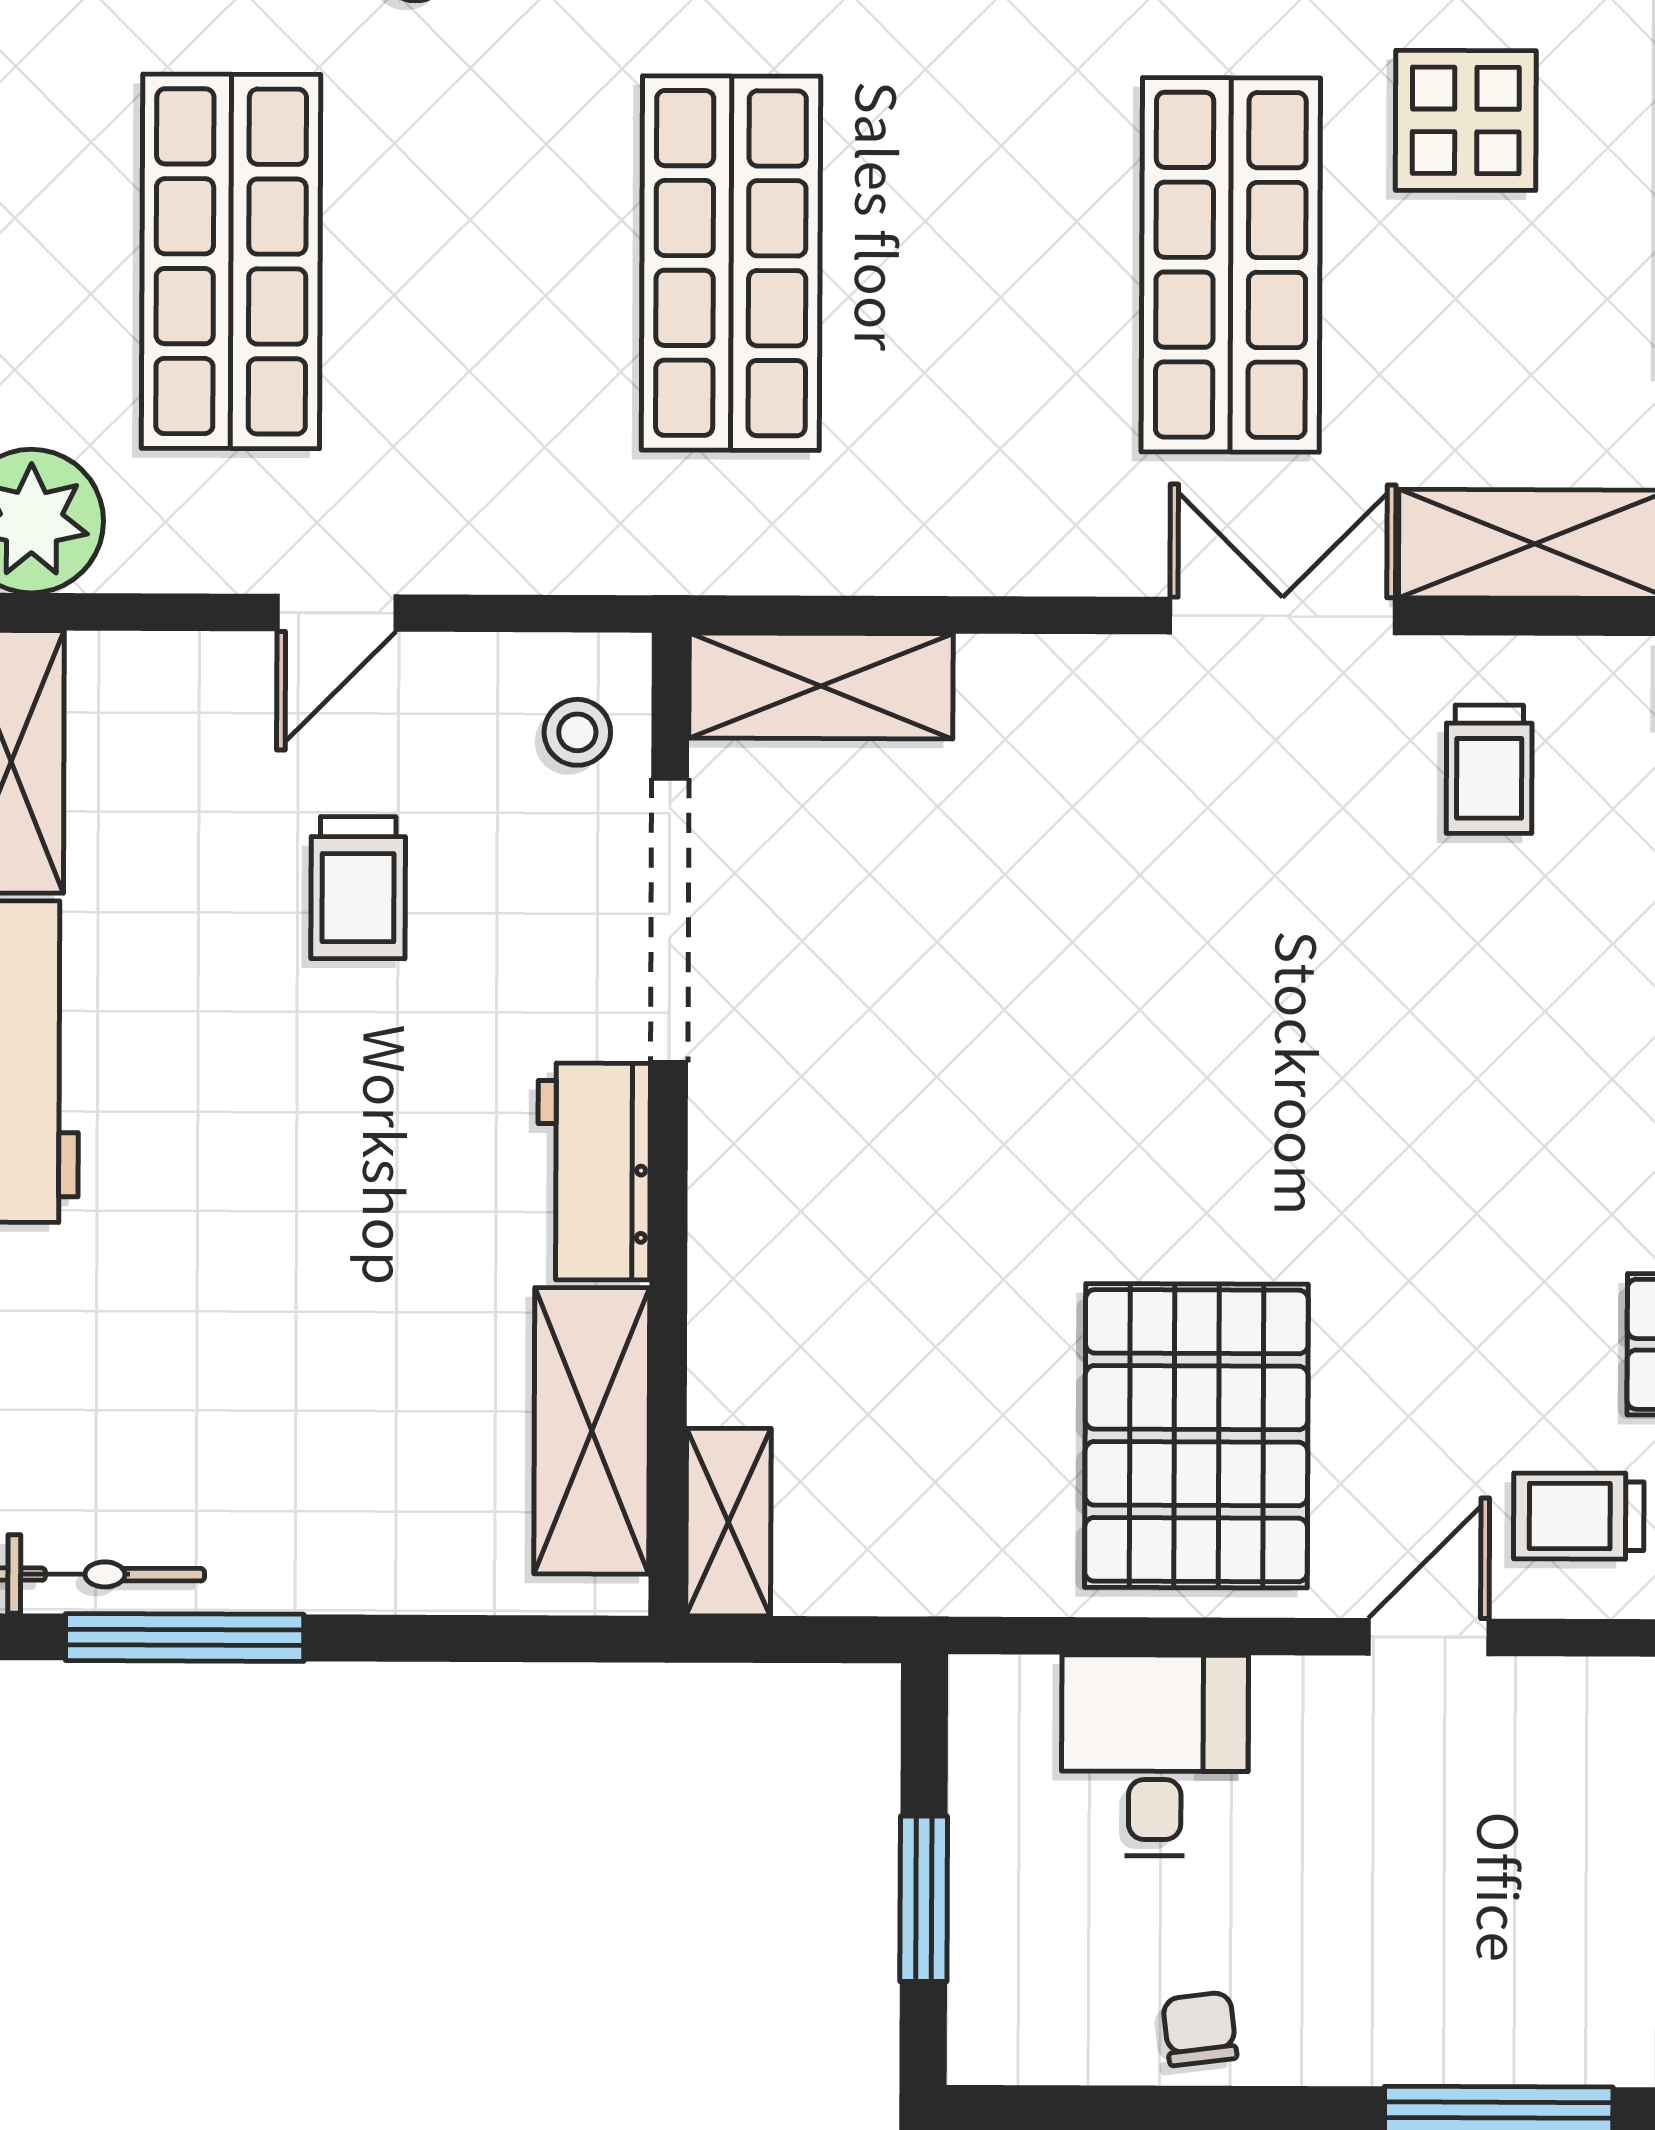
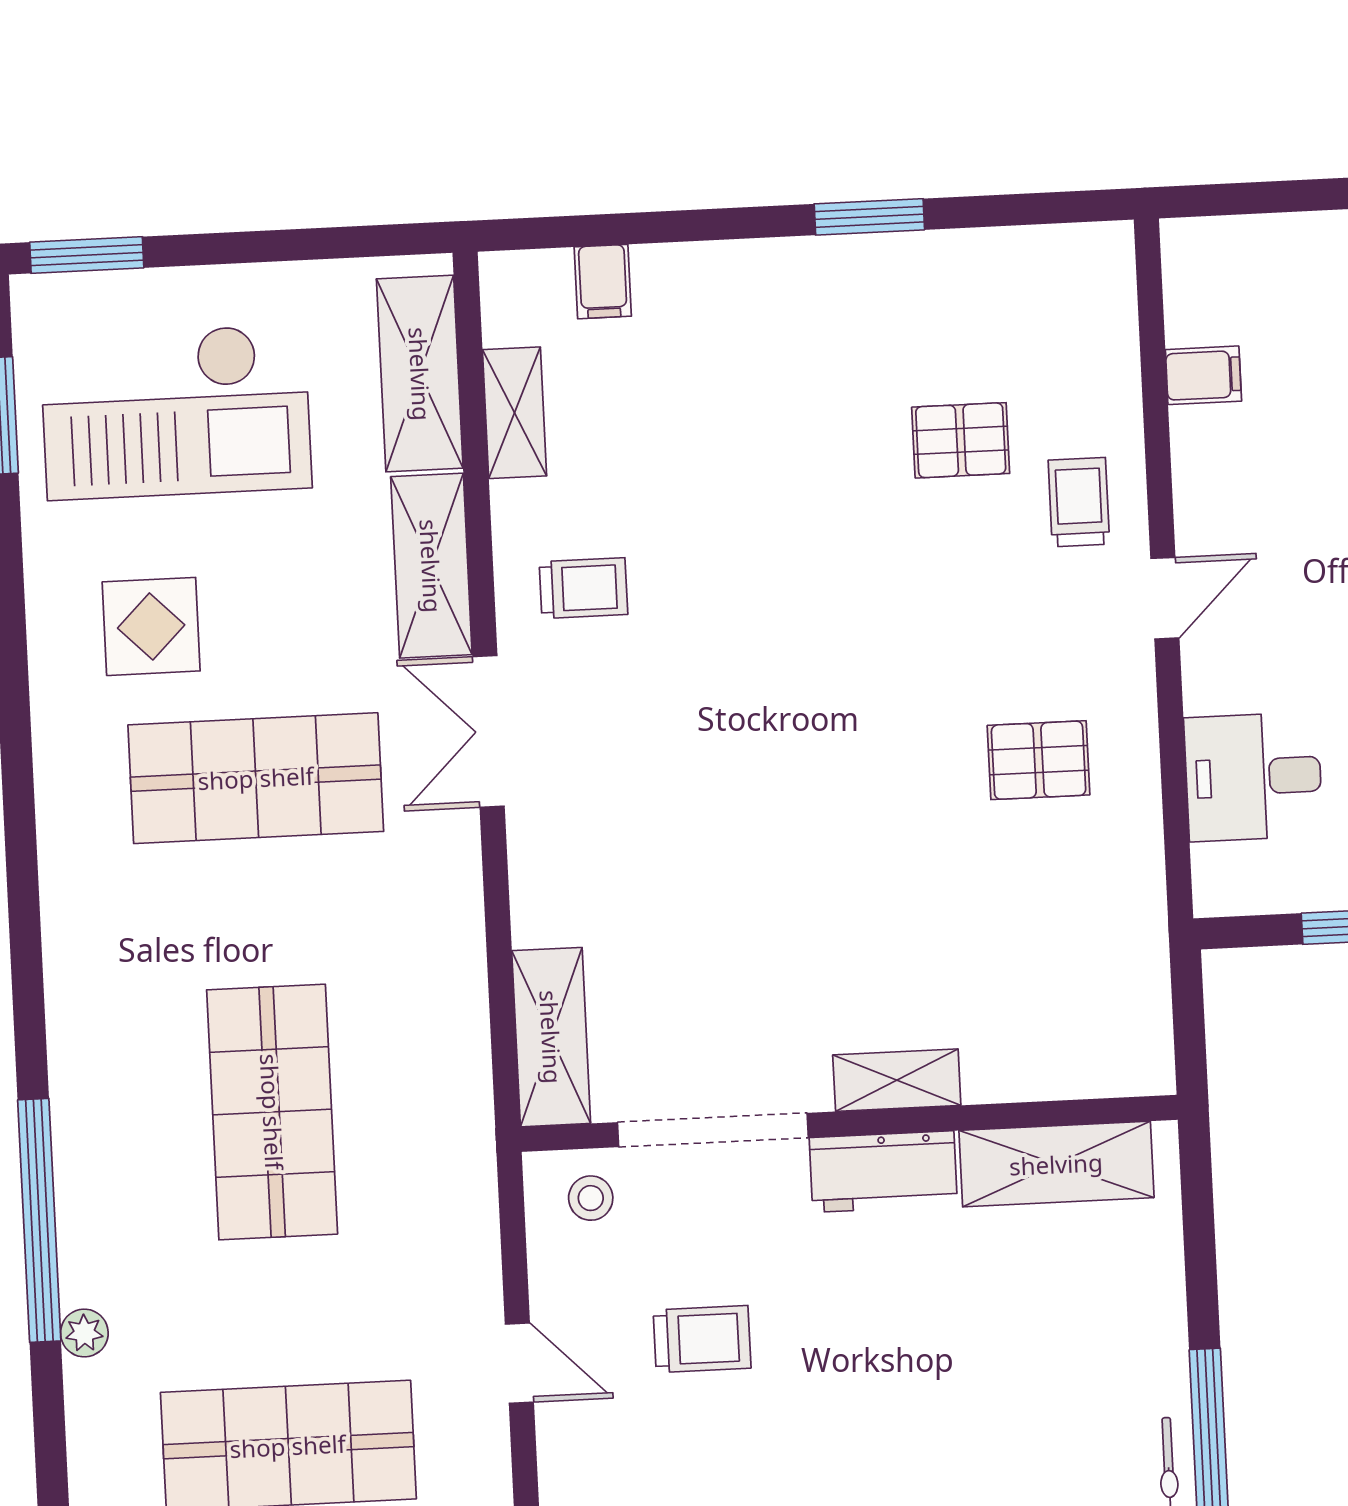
shop shelf: (731, 263) -> (272, 1112), turned 90
pallet: (1196, 1436) -> (1039, 760), width x0.49, depth x0.50
trolley: (1579, 1516) -> (1079, 502), turned 180
shelving: (728, 1522) -> (897, 1080), moved
door: (1429, 1637) -> (1165, 598), swing flipped

